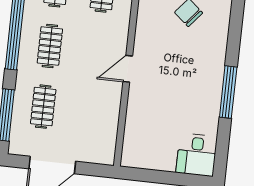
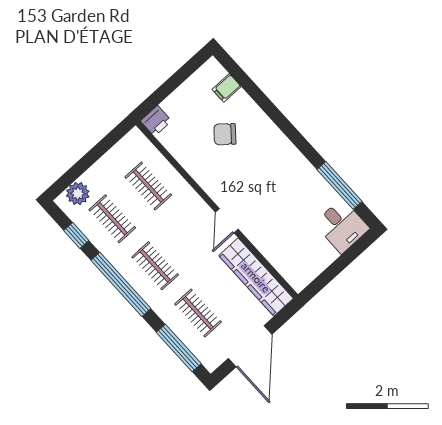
window: (228, 92) -> (339, 185), moved
wardrobe: (106, 125) -> (256, 277), added

